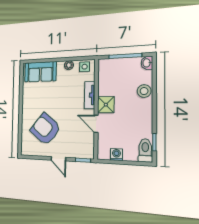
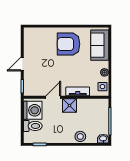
armchair: (45, 129) -> (69, 44), moved, turned -129
toilet: (145, 150) -> (33, 126), moved
washing machine: (116, 154) -> (33, 110), width x1.89, depth x1.89

